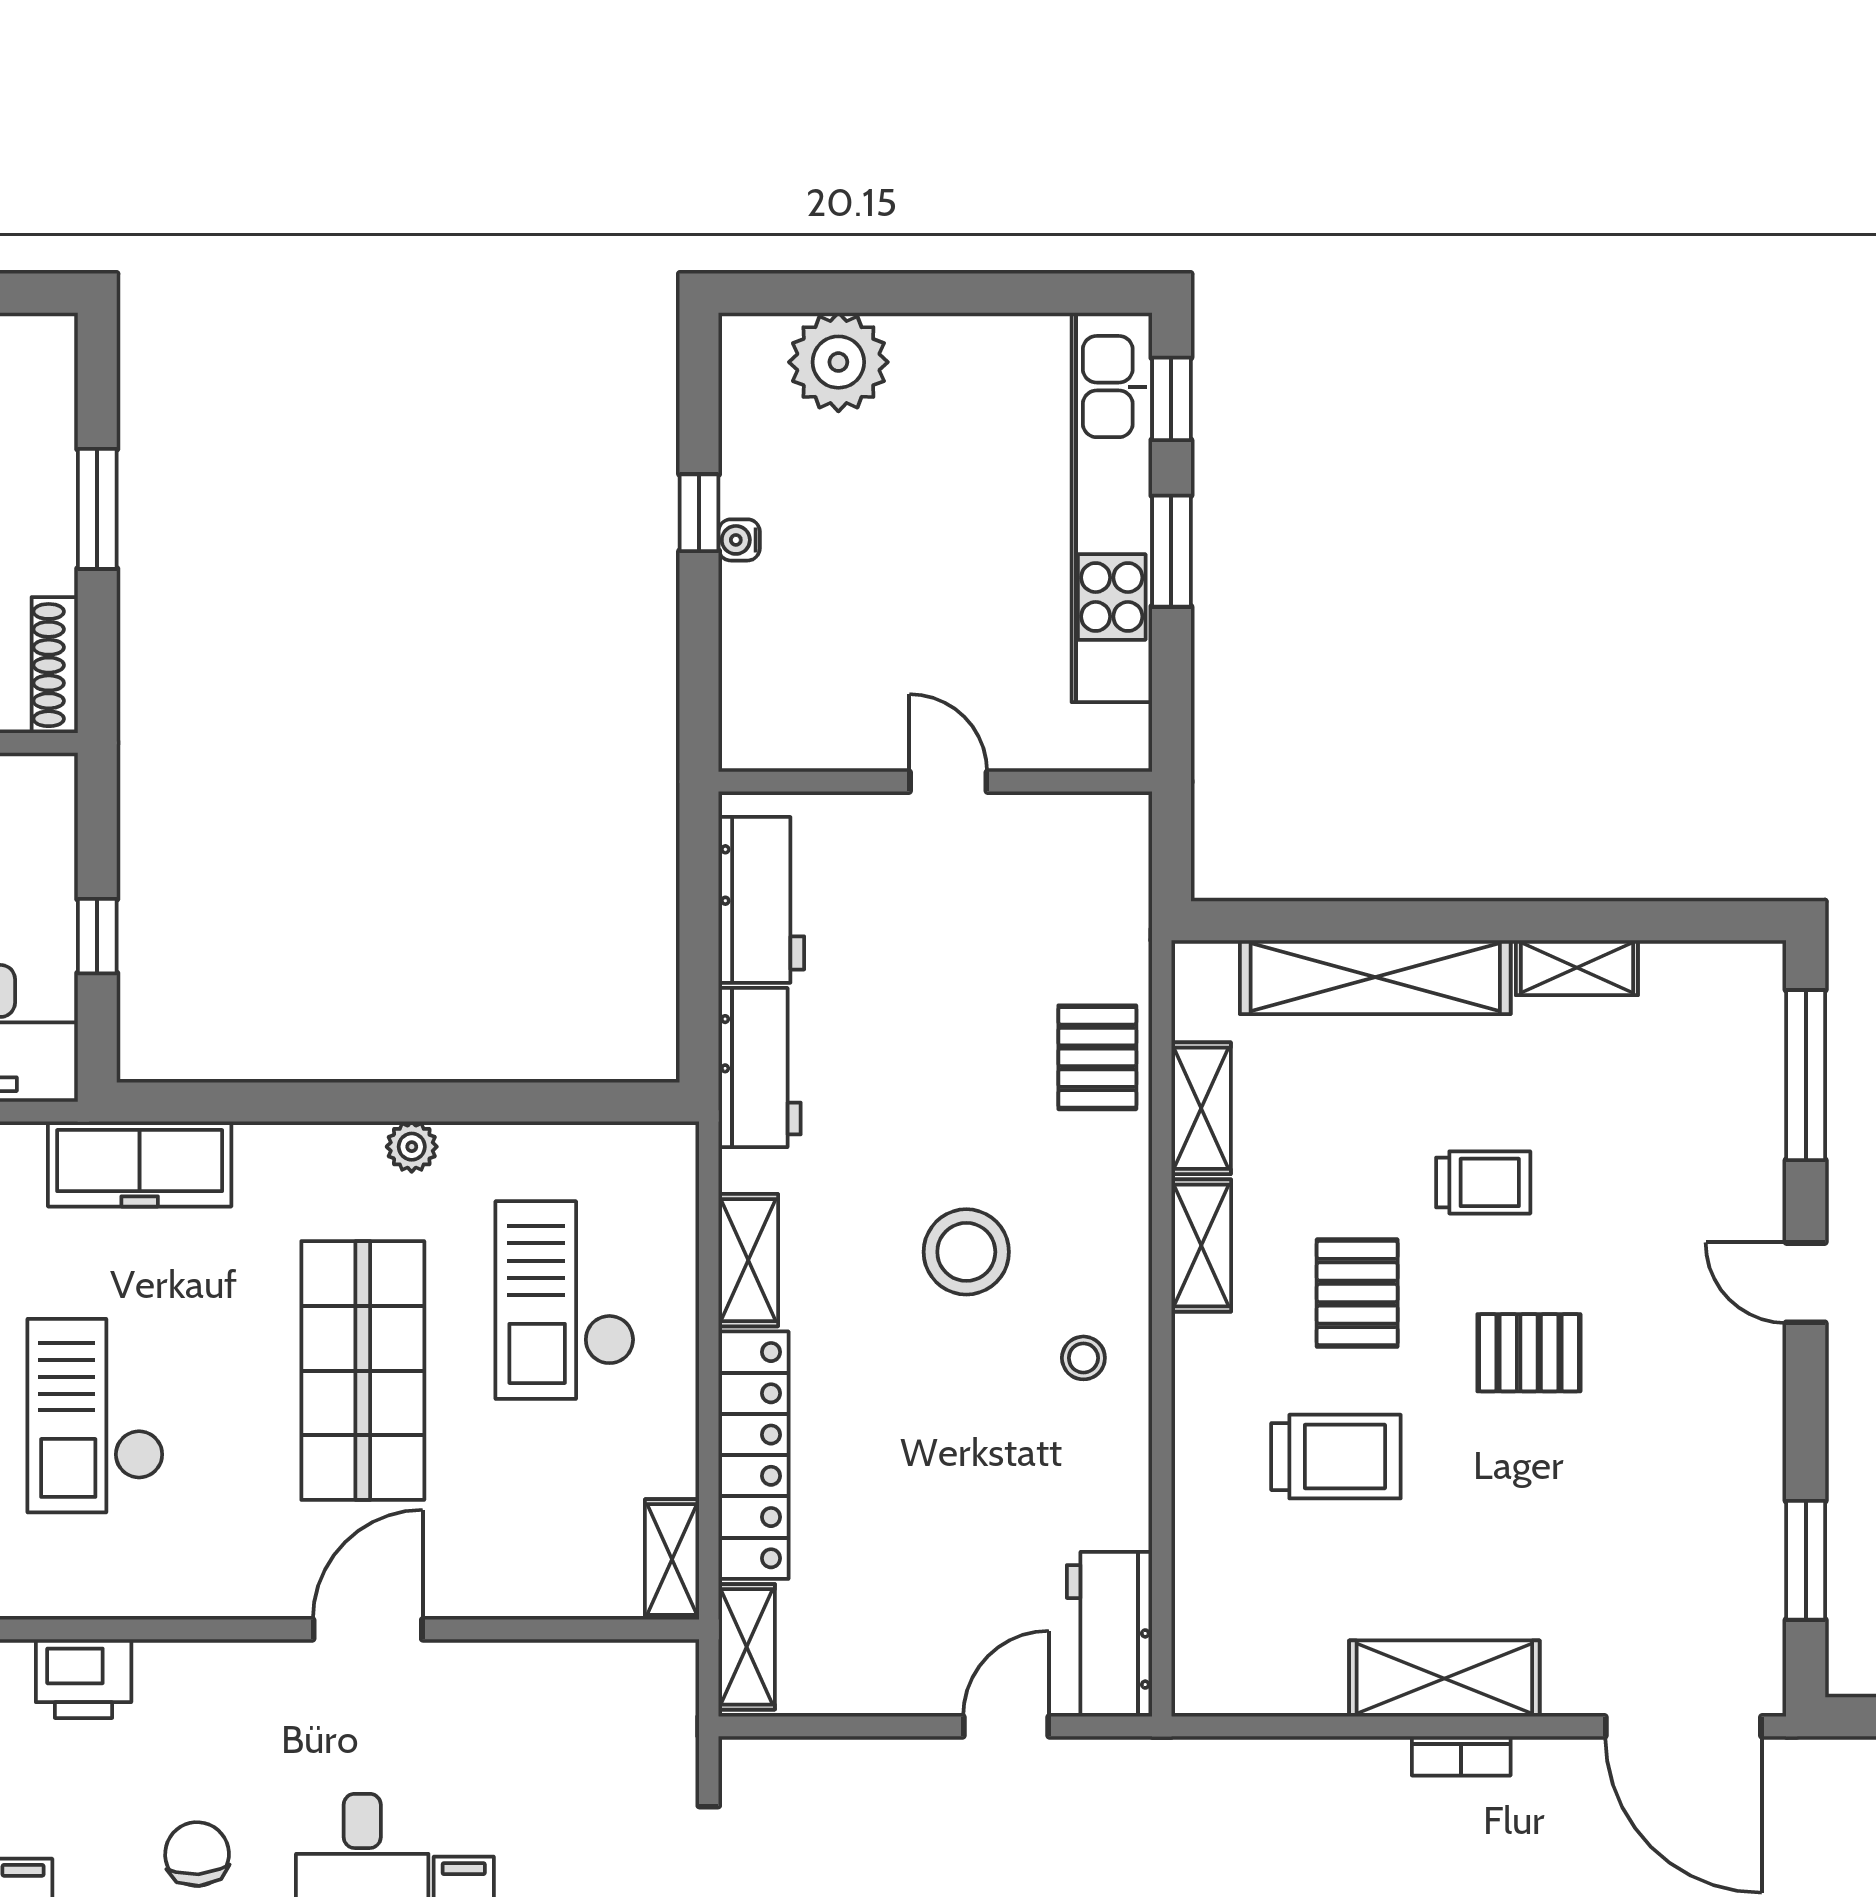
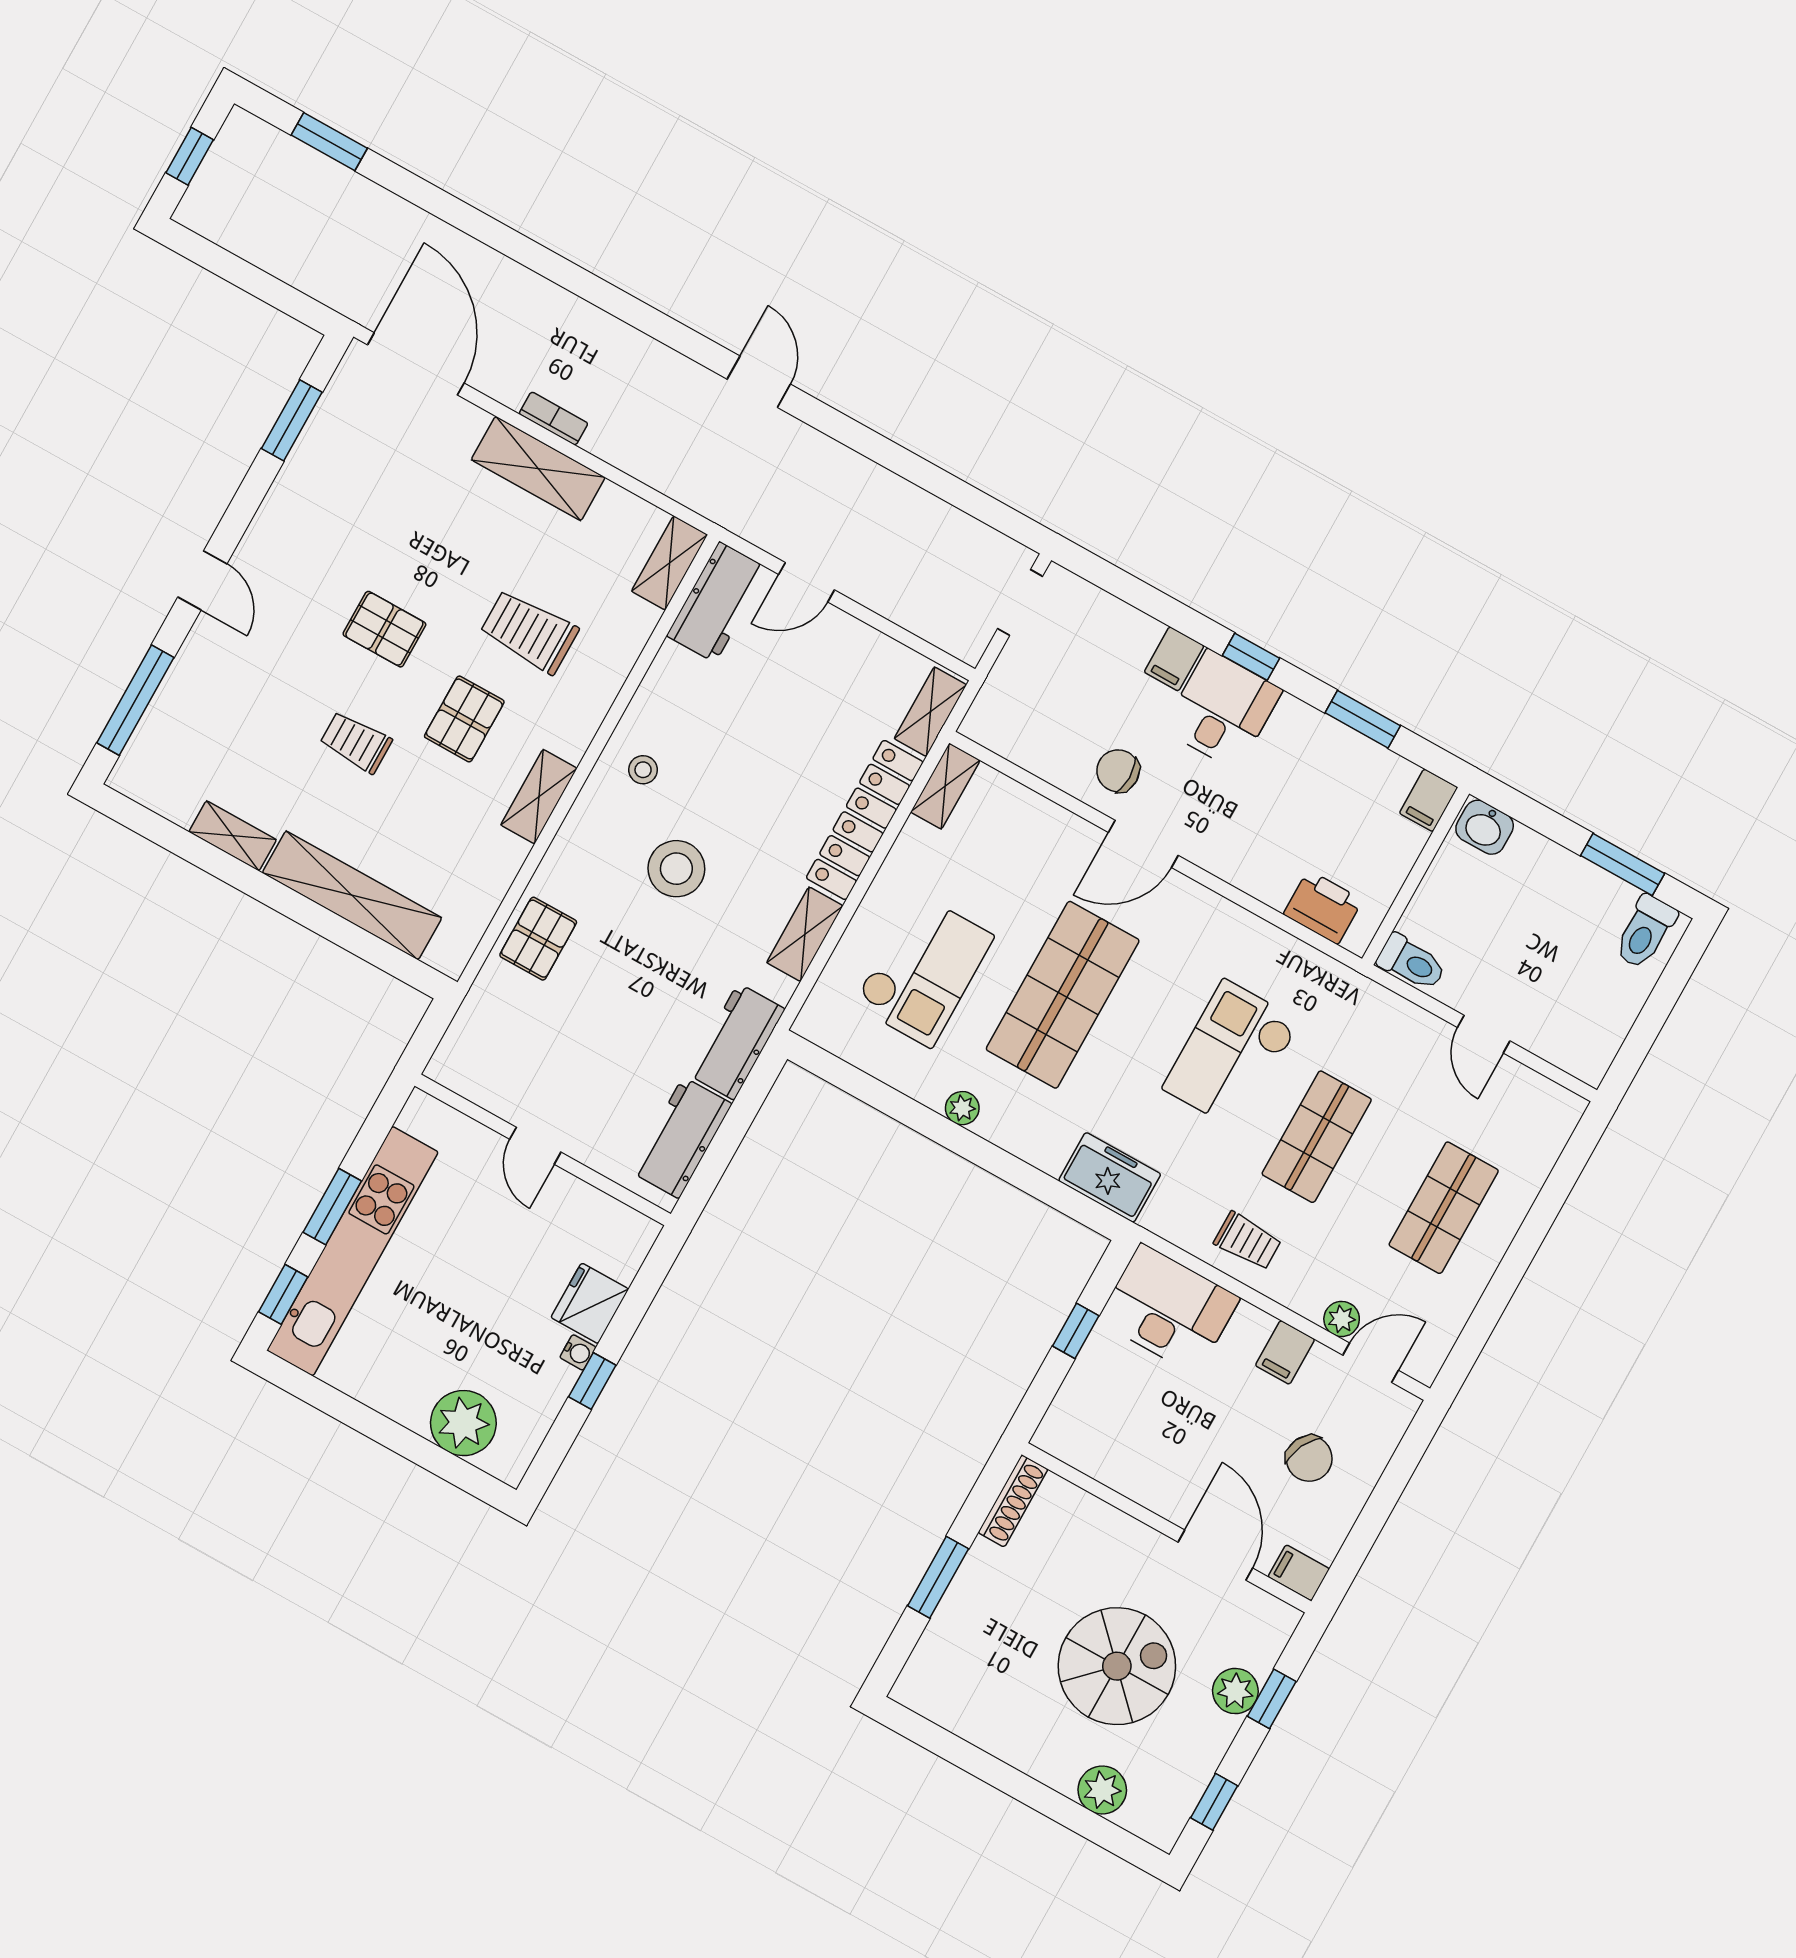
fridge: (760, 614) -> (590, 1303), added
shelving: (1201, 1108) -> (670, 563), moved
freezer: (140, 1164) -> (1110, 1177), width x0.71
checkout: (95, 1416) -> (1231, 1055), turned 180
chair: (197, 1854) -> (1118, 771), moved, turned 94

